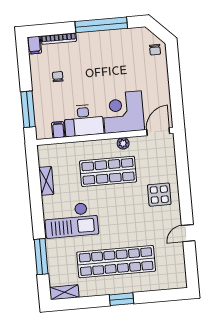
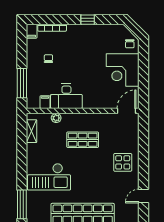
window: (101, 25) -> (88, 20), width x0.32
corner desk: (123, 112) -> (123, 70), moved, turned -90
plant: (123, 143) -> (56, 118), moved
shop shelf: (108, 171) -> (83, 140), width x0.70, depth x0.74
shelving: (46, 181) -> (31, 131), moved

